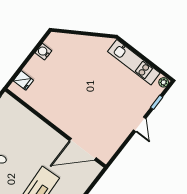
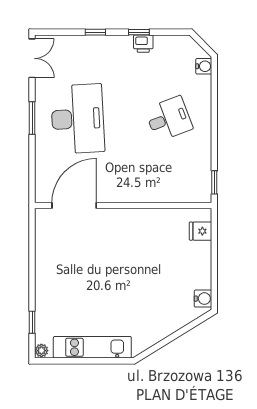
water cooler: (43, 52) -> (203, 299), moved
door: (140, 124) -> (32, 283), removed

